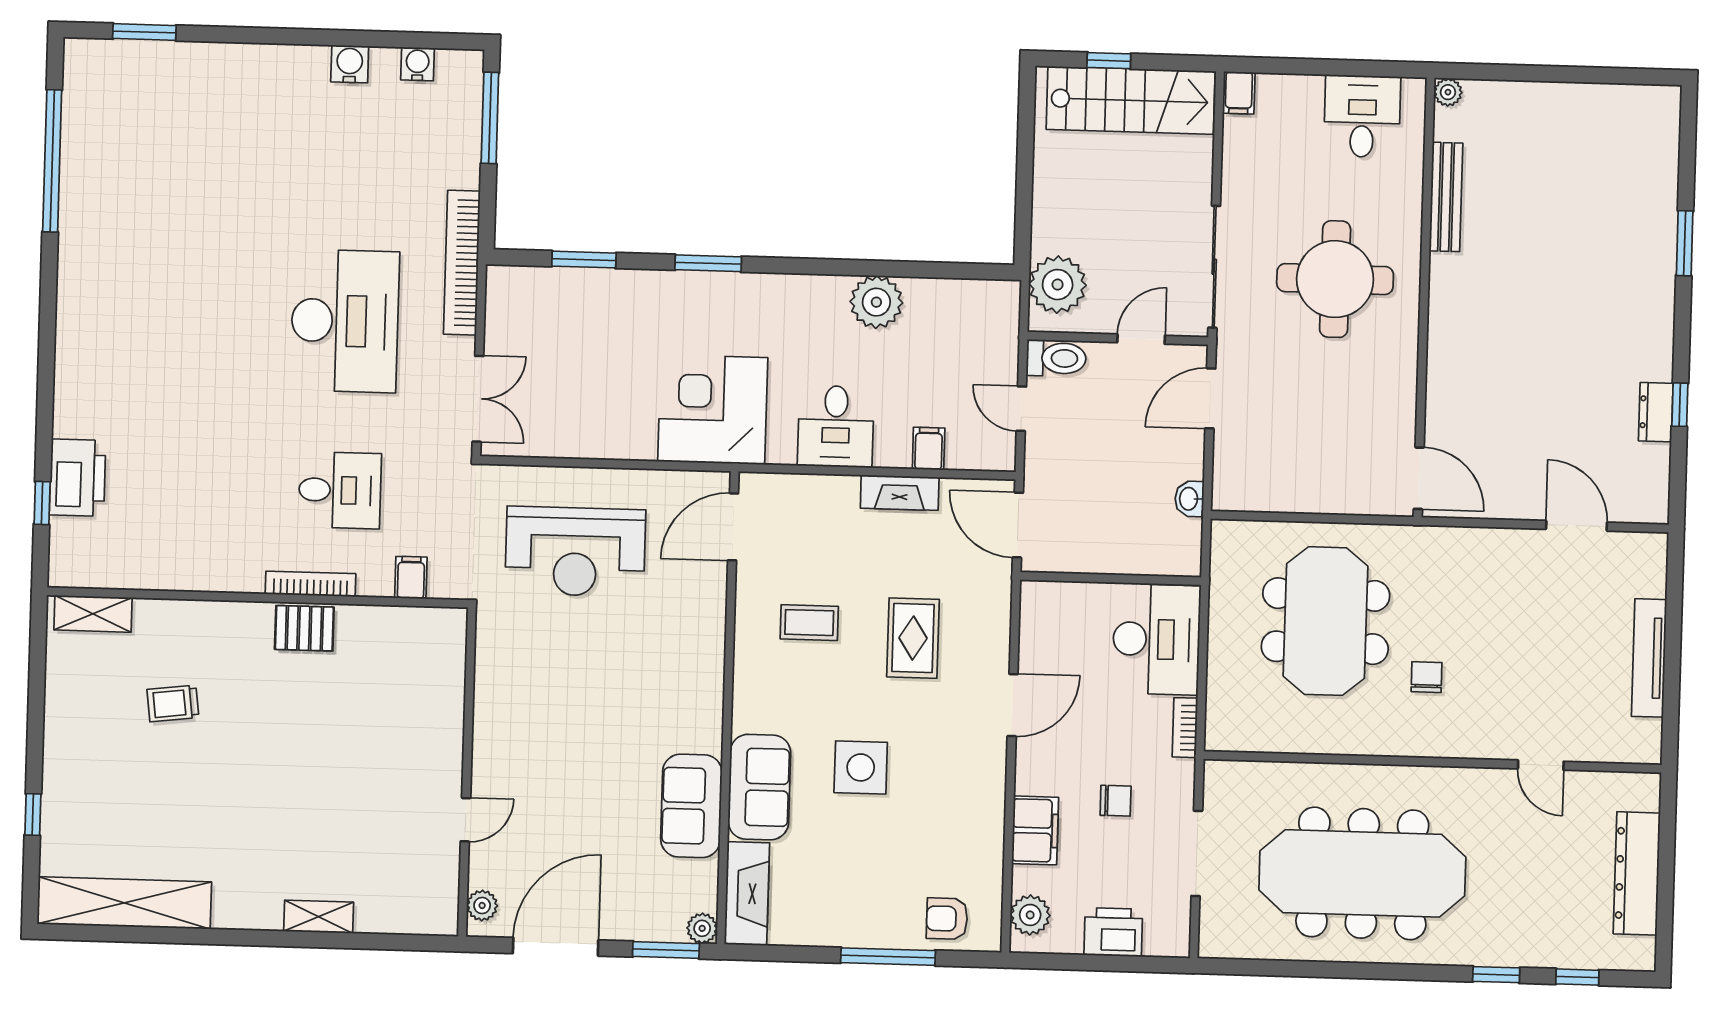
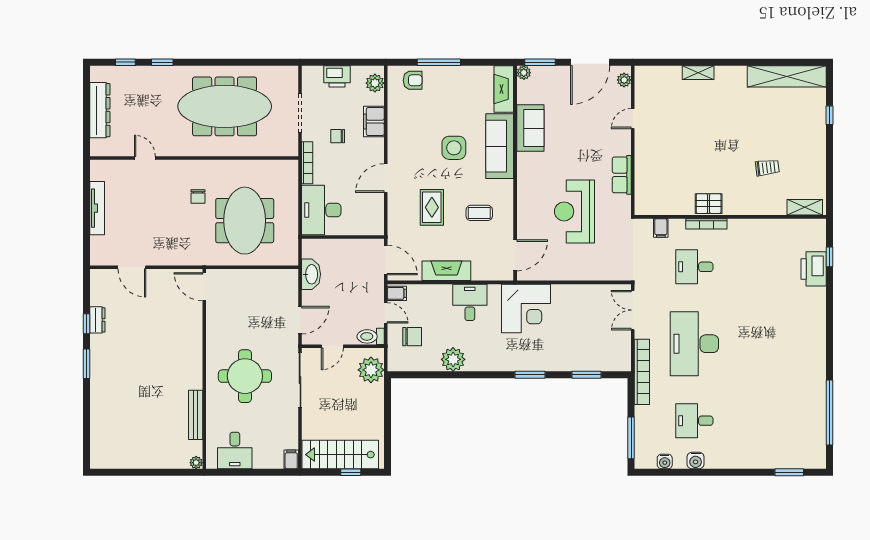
desk: (350, 152) -> (694, 421), added
window: (1685, 243) -> (87, 364), moved
chair: (965, 355) -> (412, 337), added
filing cabinet: (929, 449) -> (397, 293), moved, turned -90
fireplace: (900, 493) -> (446, 271), width x1.37, depth x1.32
washbasin: (1189, 499) -> (311, 274), width x1.91, depth x1.45
reception desk: (575, 552) -> (574, 211), moved, turned -90
row of seats: (493, 697) -> (622, 175), added
bookcase: (1185, 728) -> (307, 163), width x1.56
sofa: (759, 787) -> (500, 146), width x1.36

